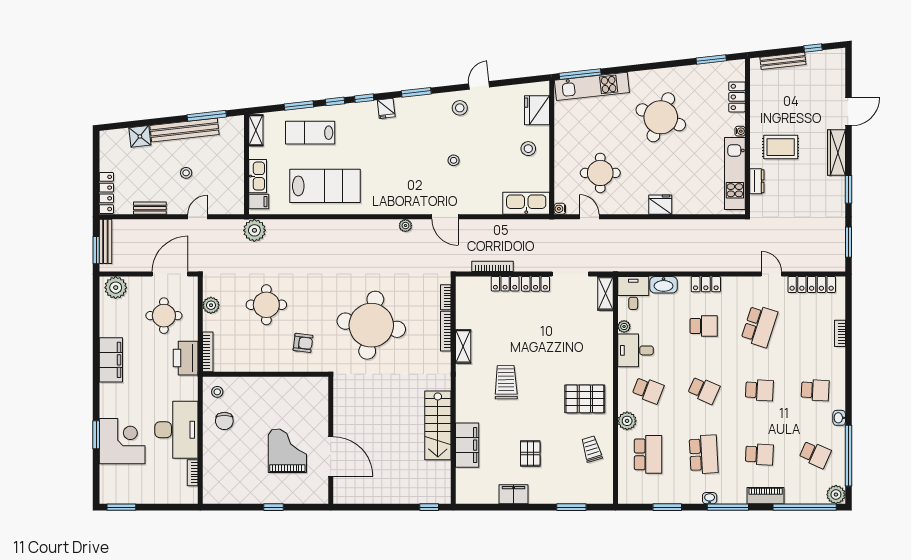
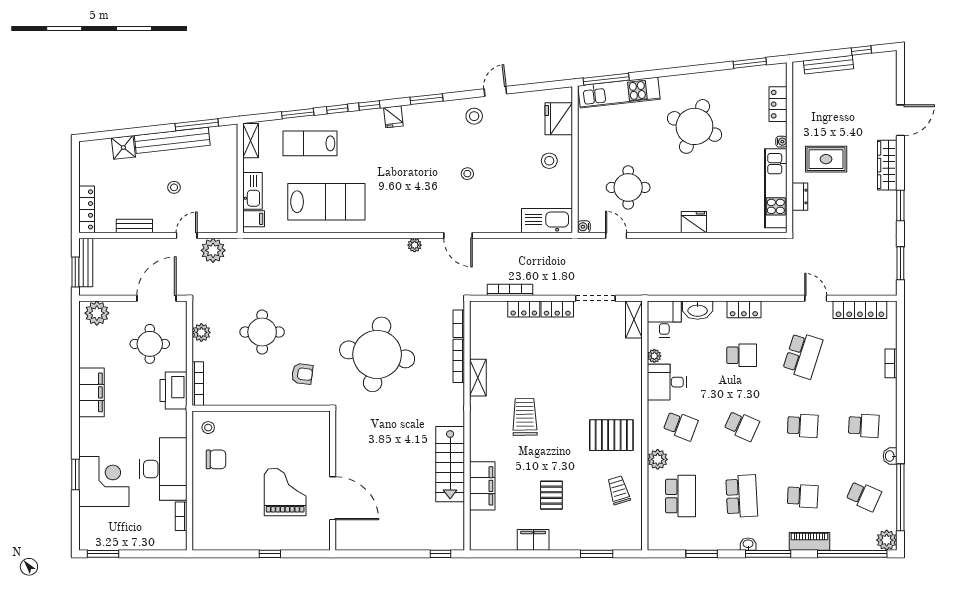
plant: (254, 230) -> (213, 250), moved
chair: (224, 421) -> (216, 459), turned -90

